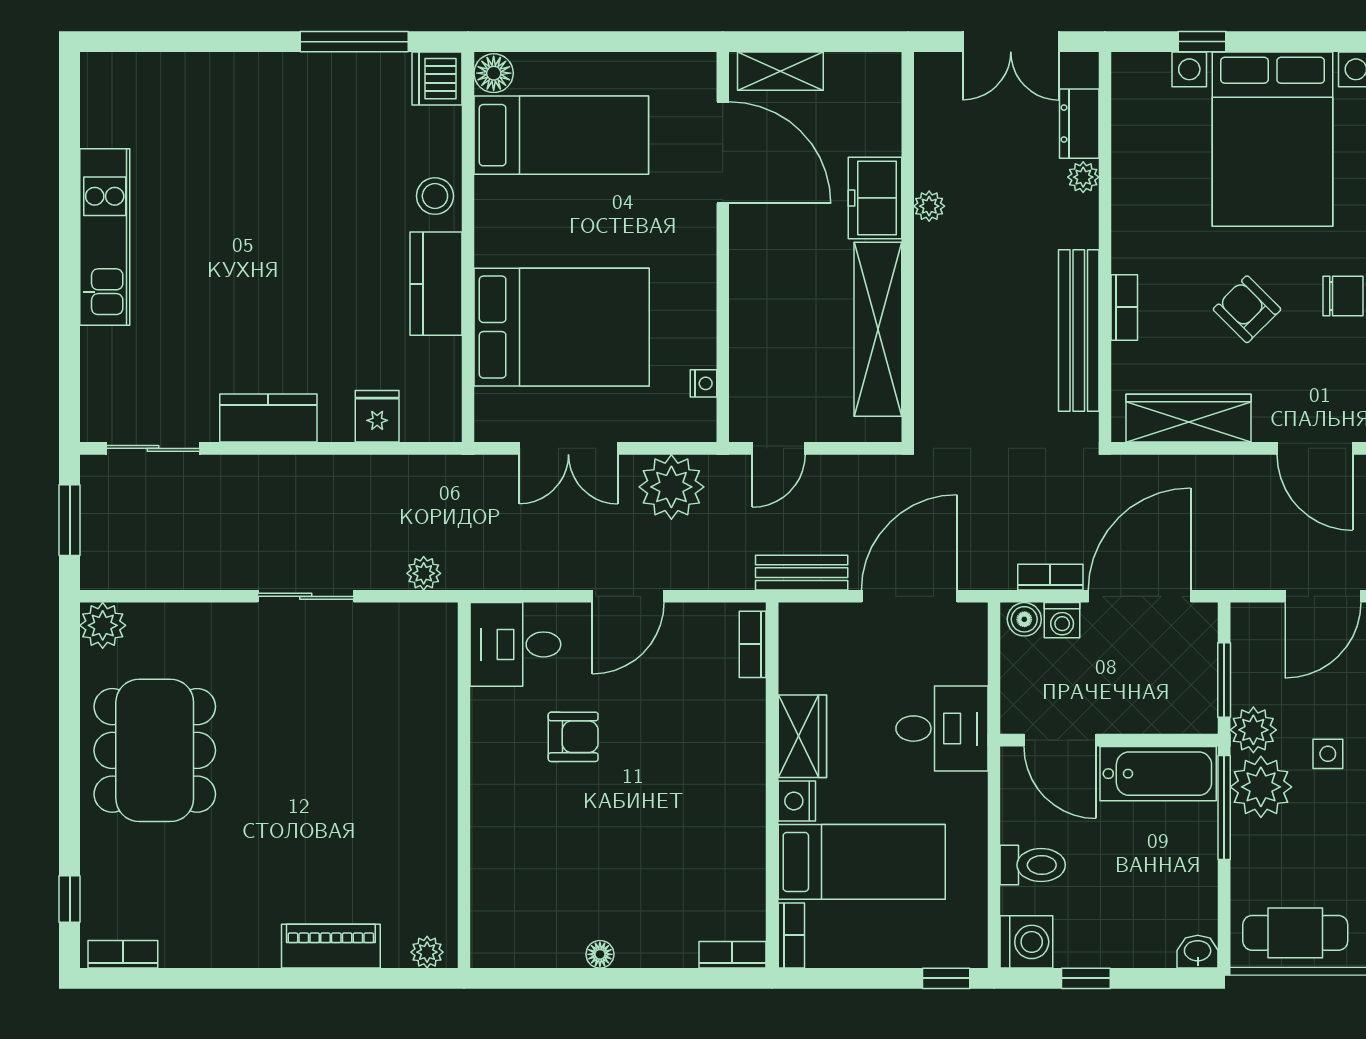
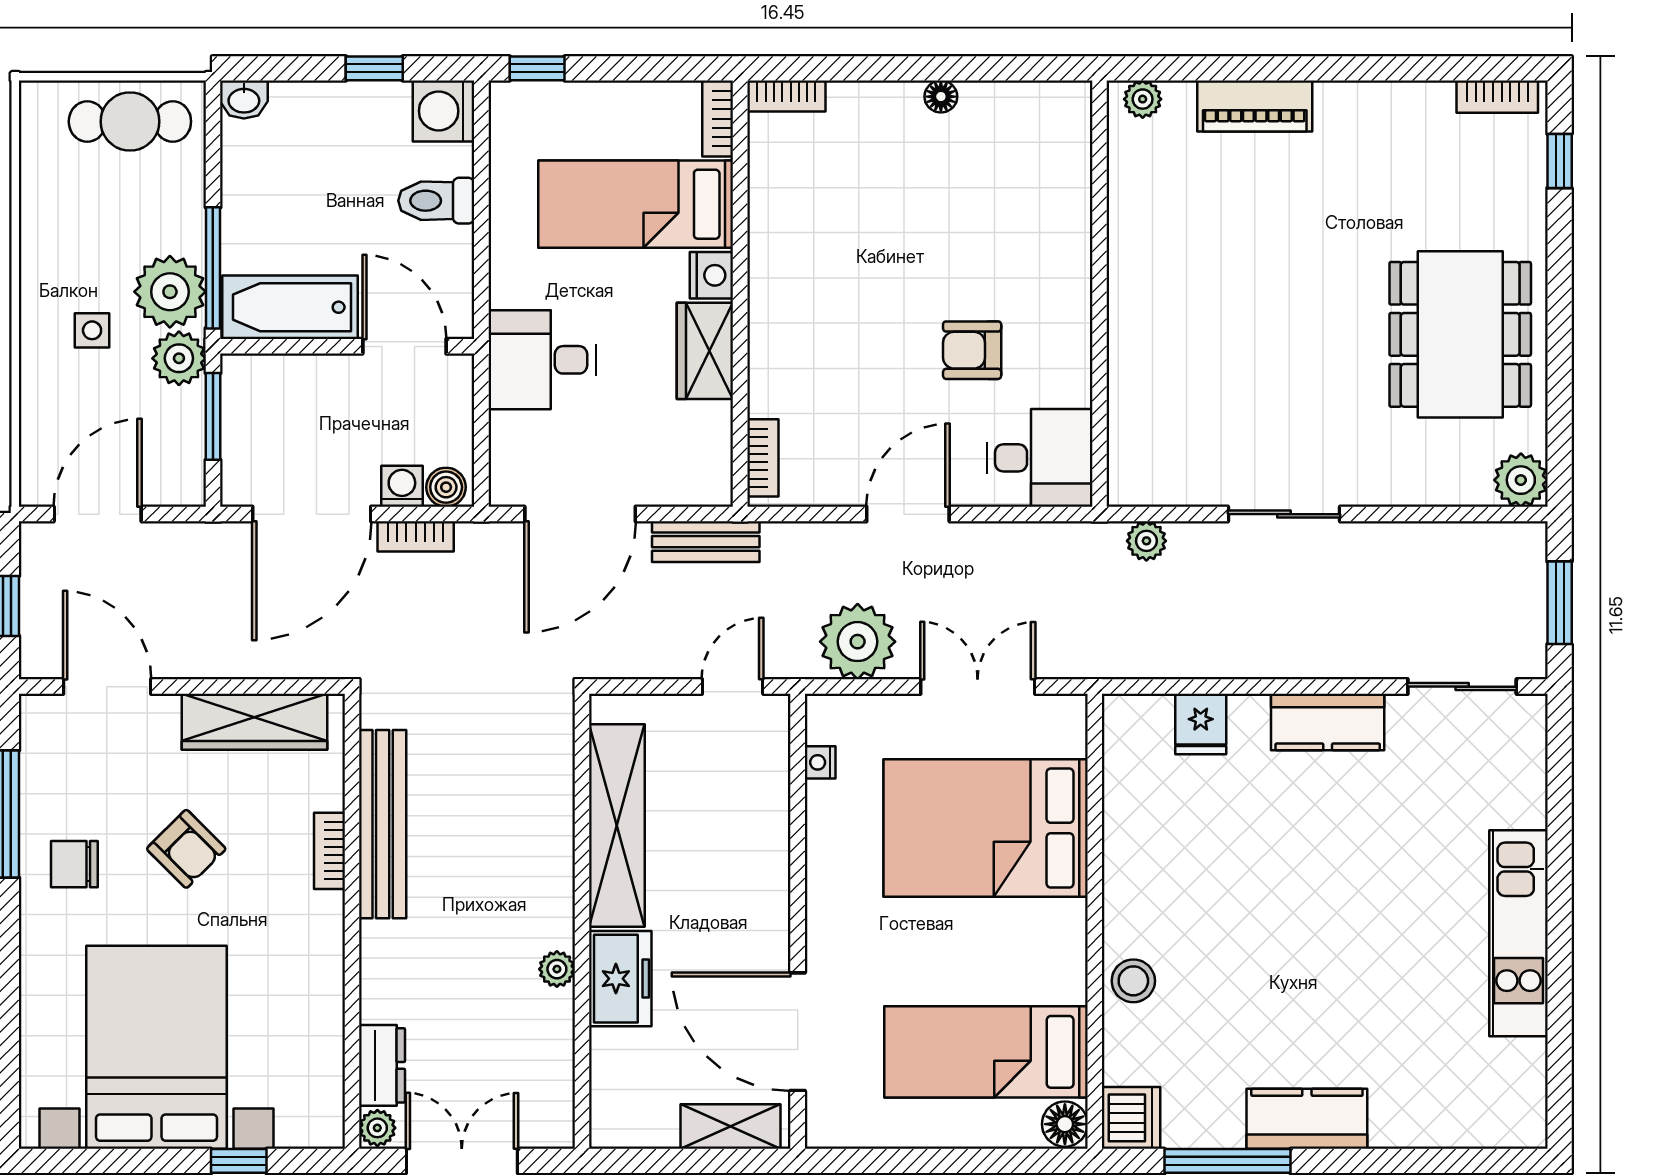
plant: (1083, 177) -> (377, 1128), moved
kitchen counter: (436, 284) -> (1307, 1119), moved, turned -90

